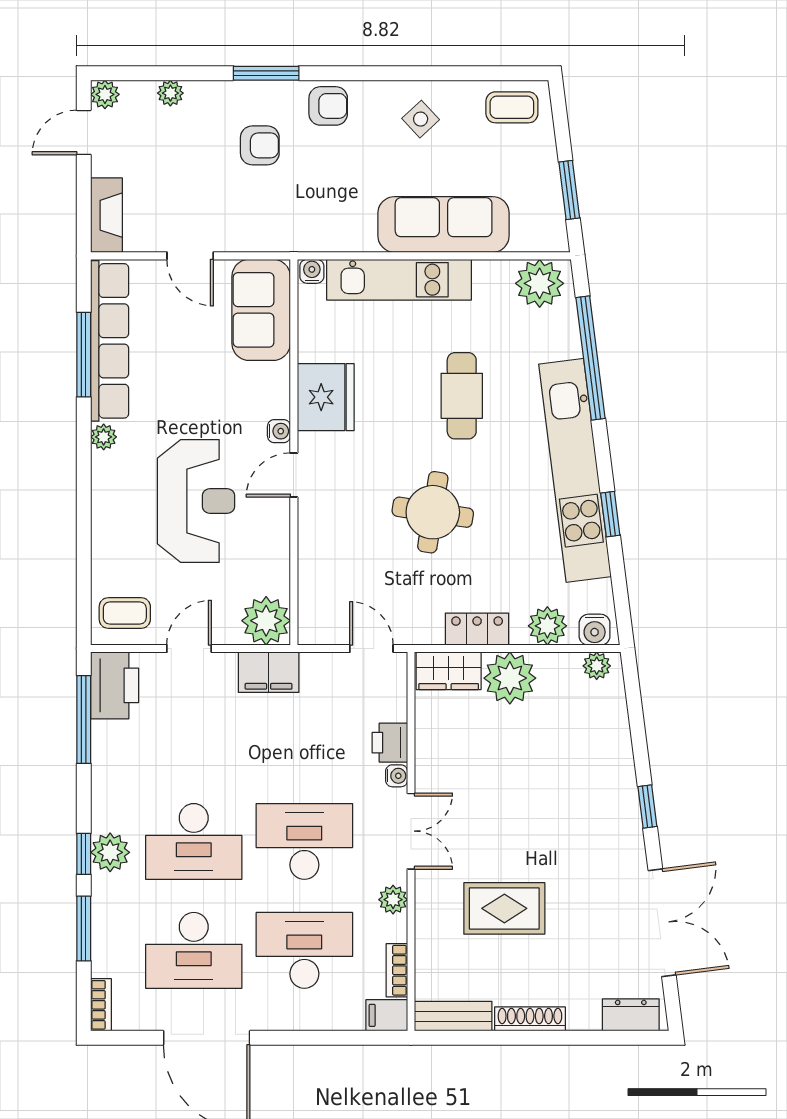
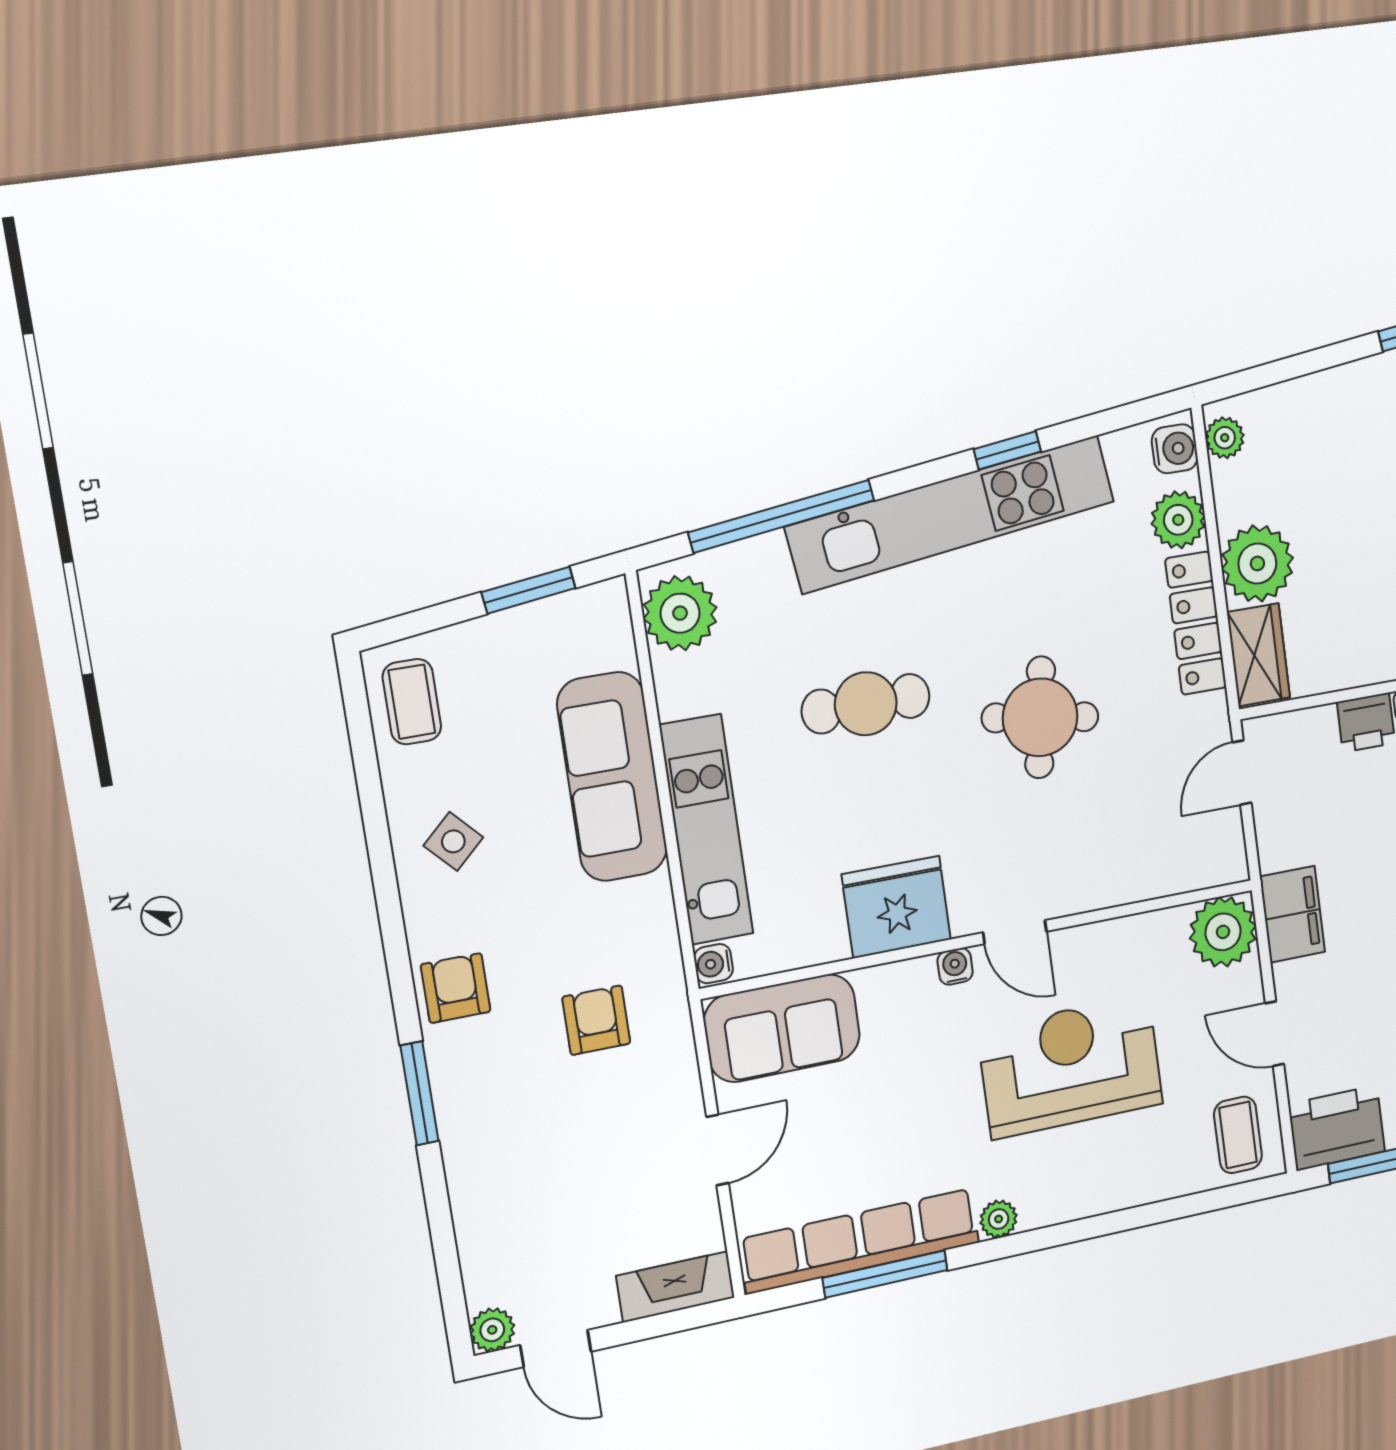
plant: (170, 93) -> (474, 1232), removed
armchair: (260, 145) -> (596, 1020), moved
locker: (477, 629) -> (1196, 623), width x1.53

